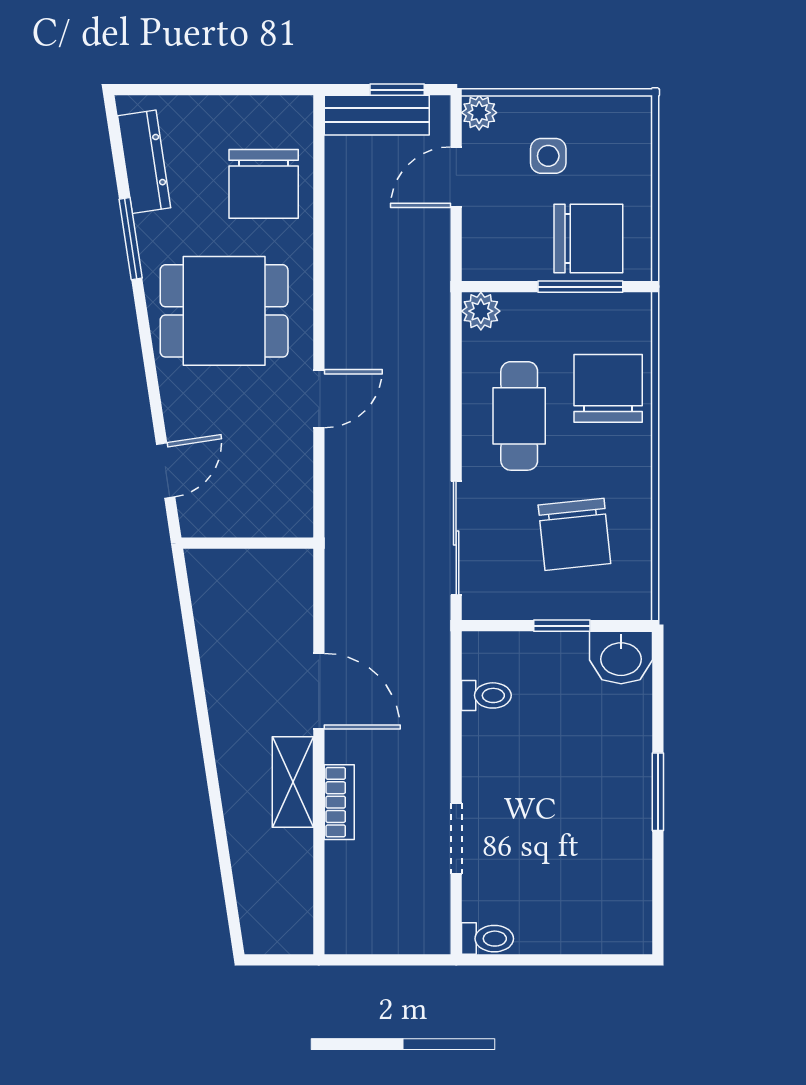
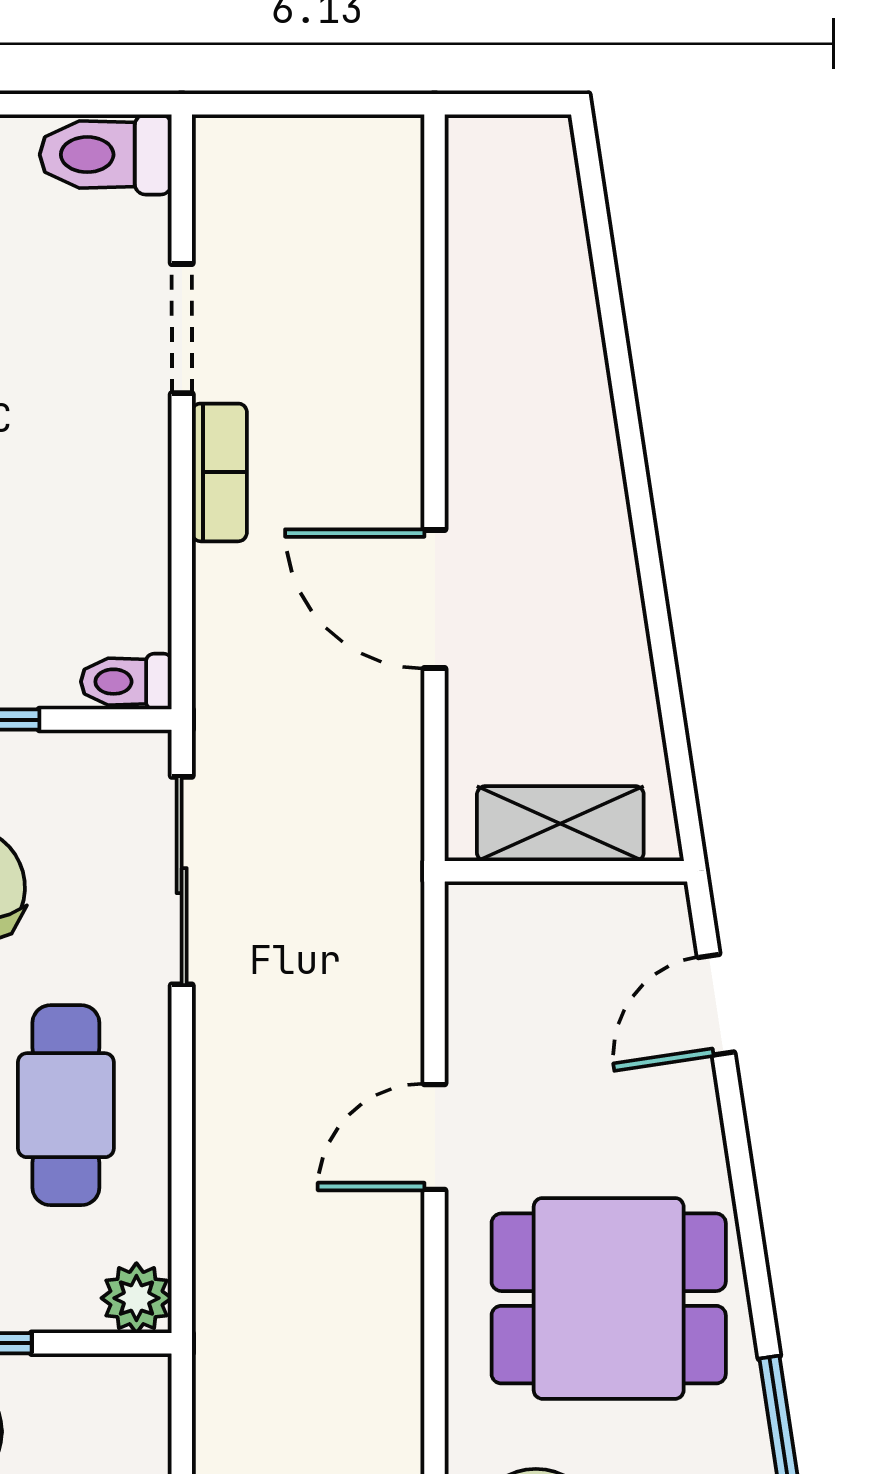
toilet: (486, 695) -> (126, 682), moved
shelving: (293, 782) -> (560, 824), moved, turned 90
bookcase: (339, 802) -> (219, 472), moved, turned 180
toilet: (488, 939) -> (106, 155), width x1.37, depth x1.39

